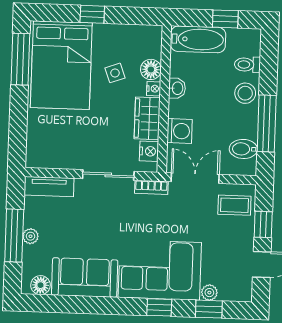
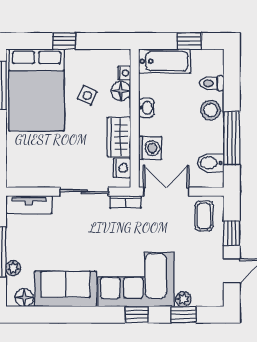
side table: (115, 73) -> (87, 95), turned 45
nightstand: (154, 89) -> (124, 73), moved
coffee table: (234, 205) -> (204, 216), turned 90
plant: (30, 236) -> (13, 268), moved

